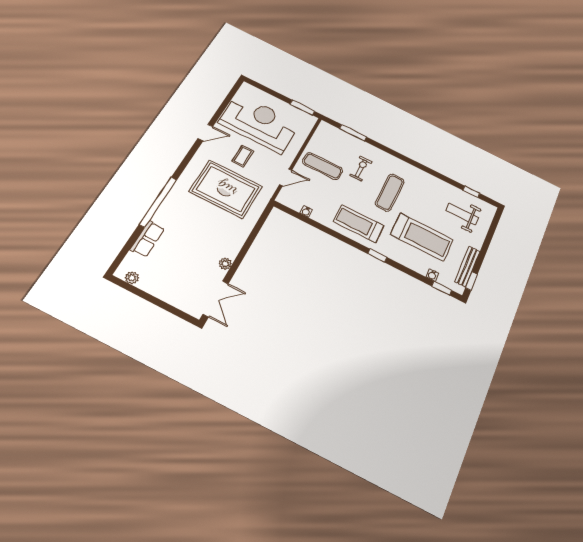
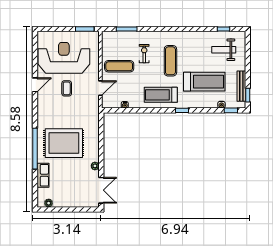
rug: (226, 189) -> (64, 143), moved

